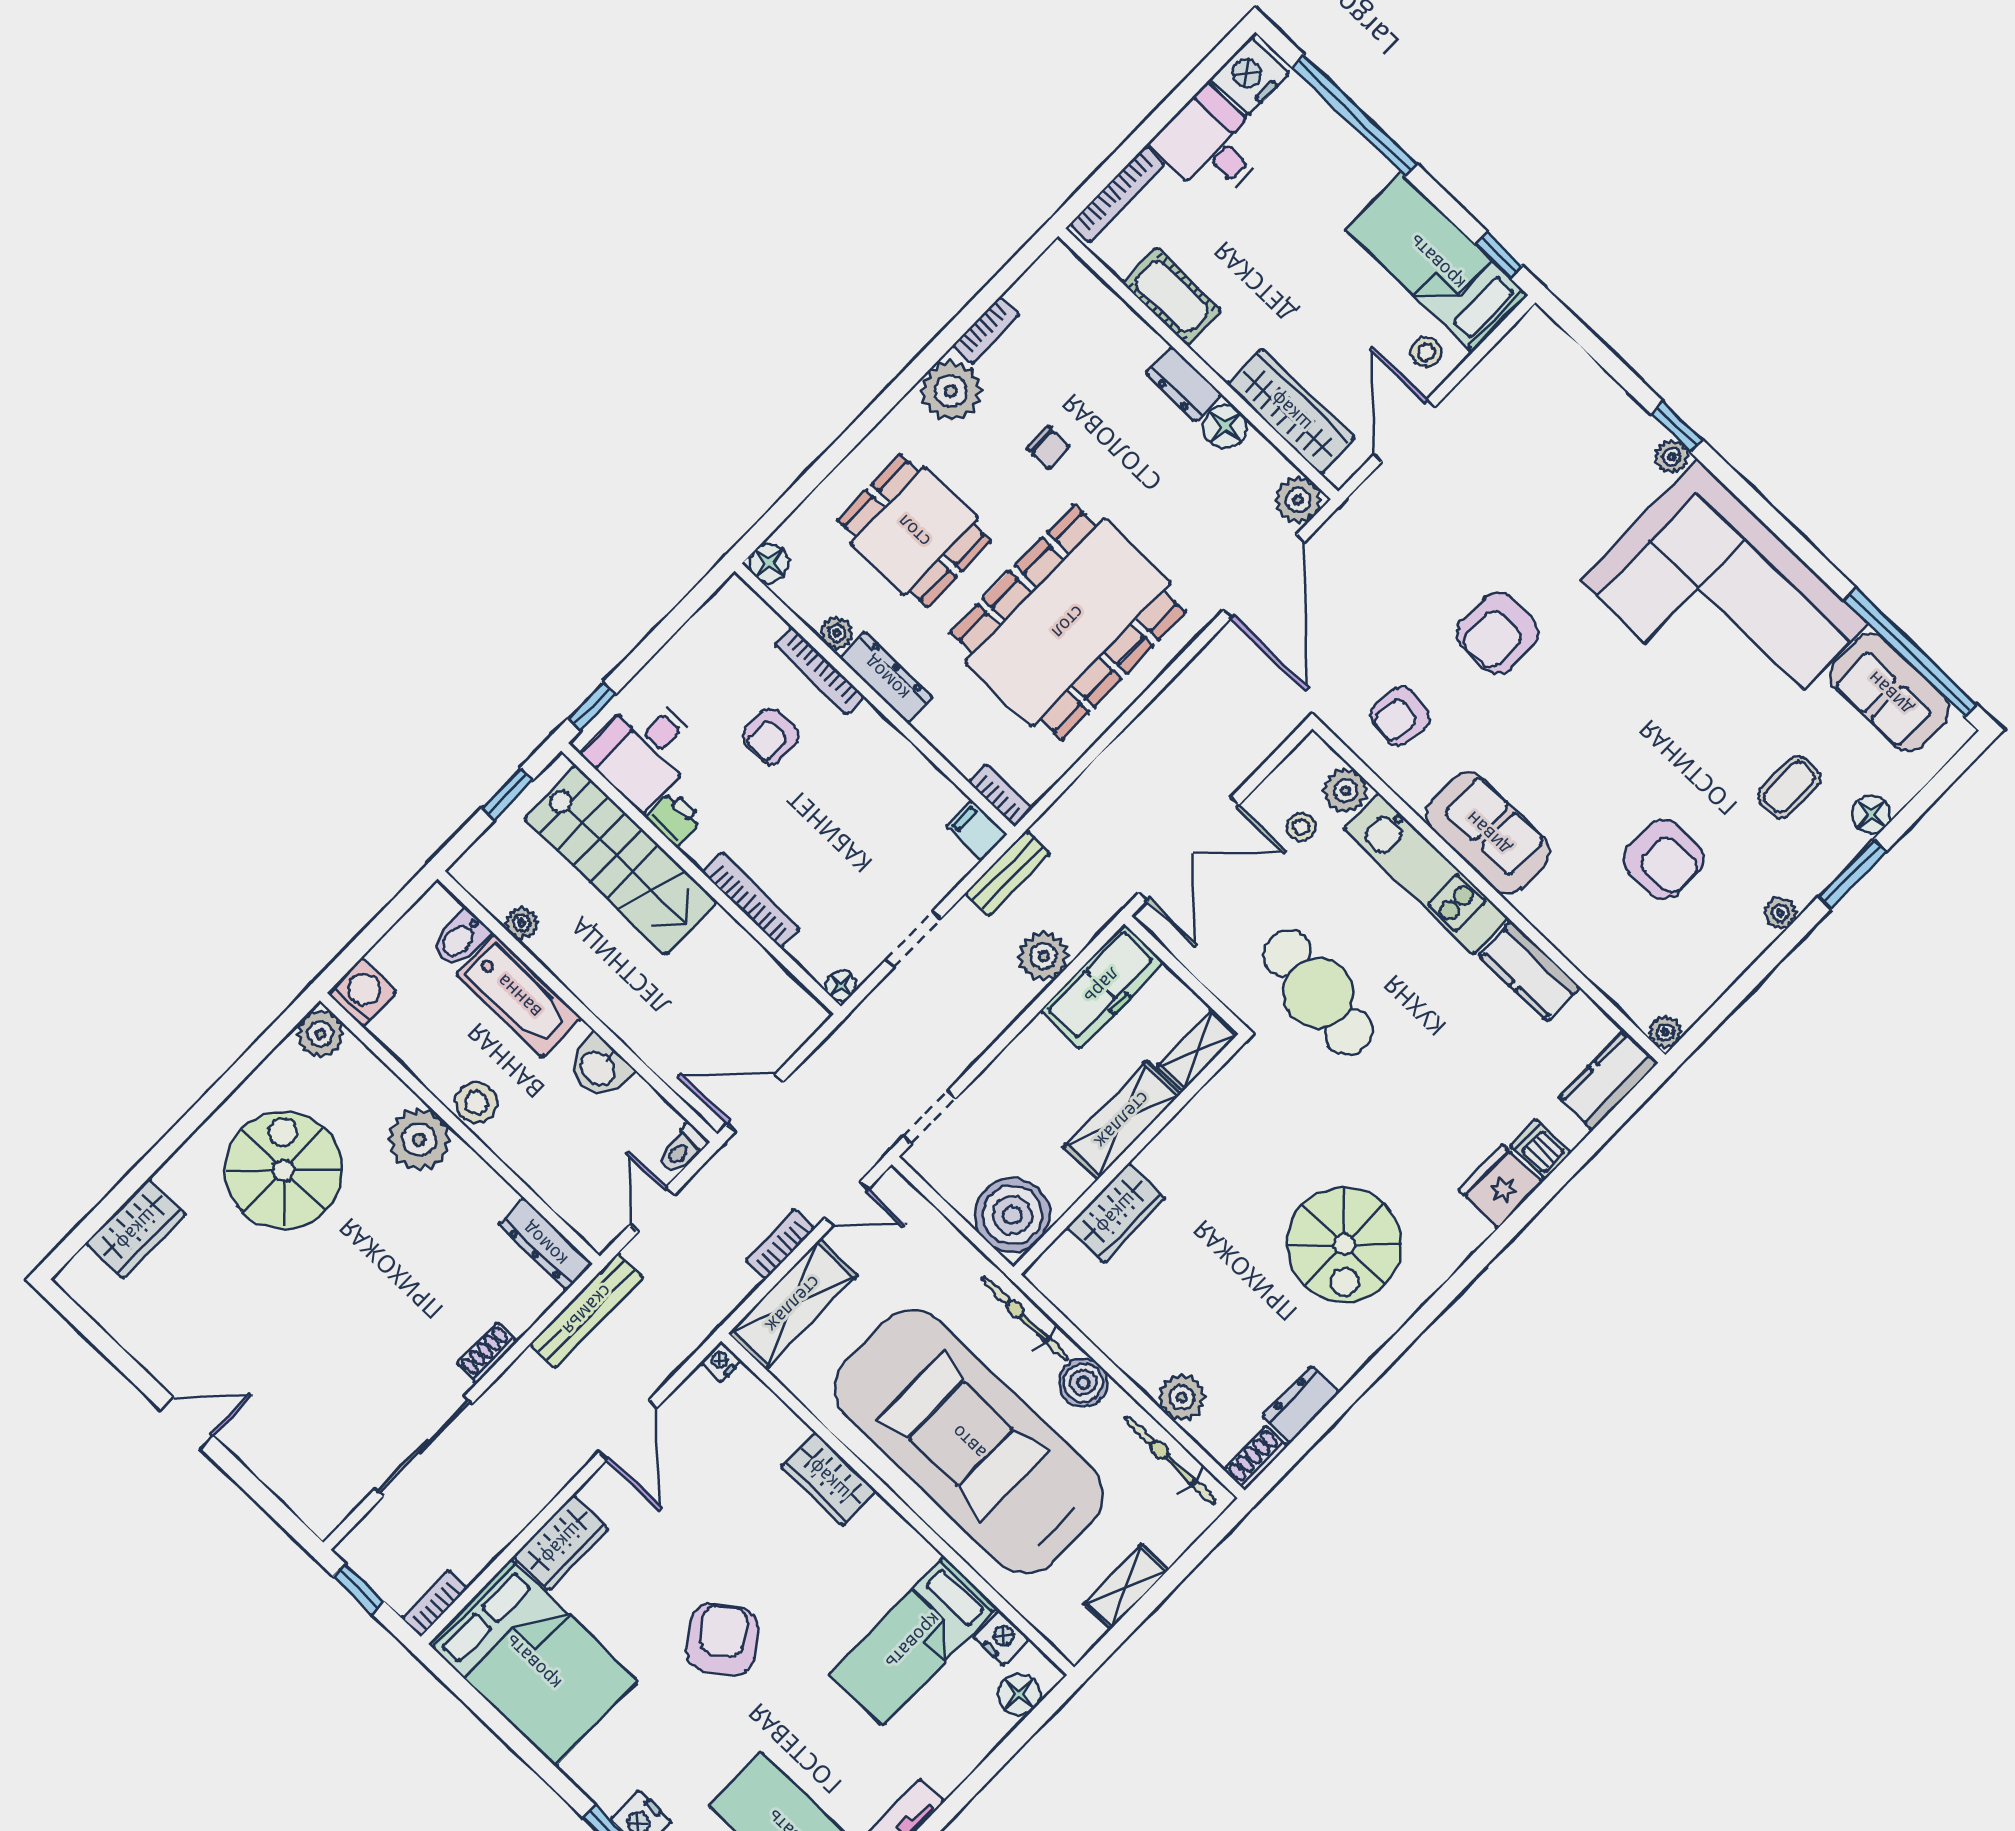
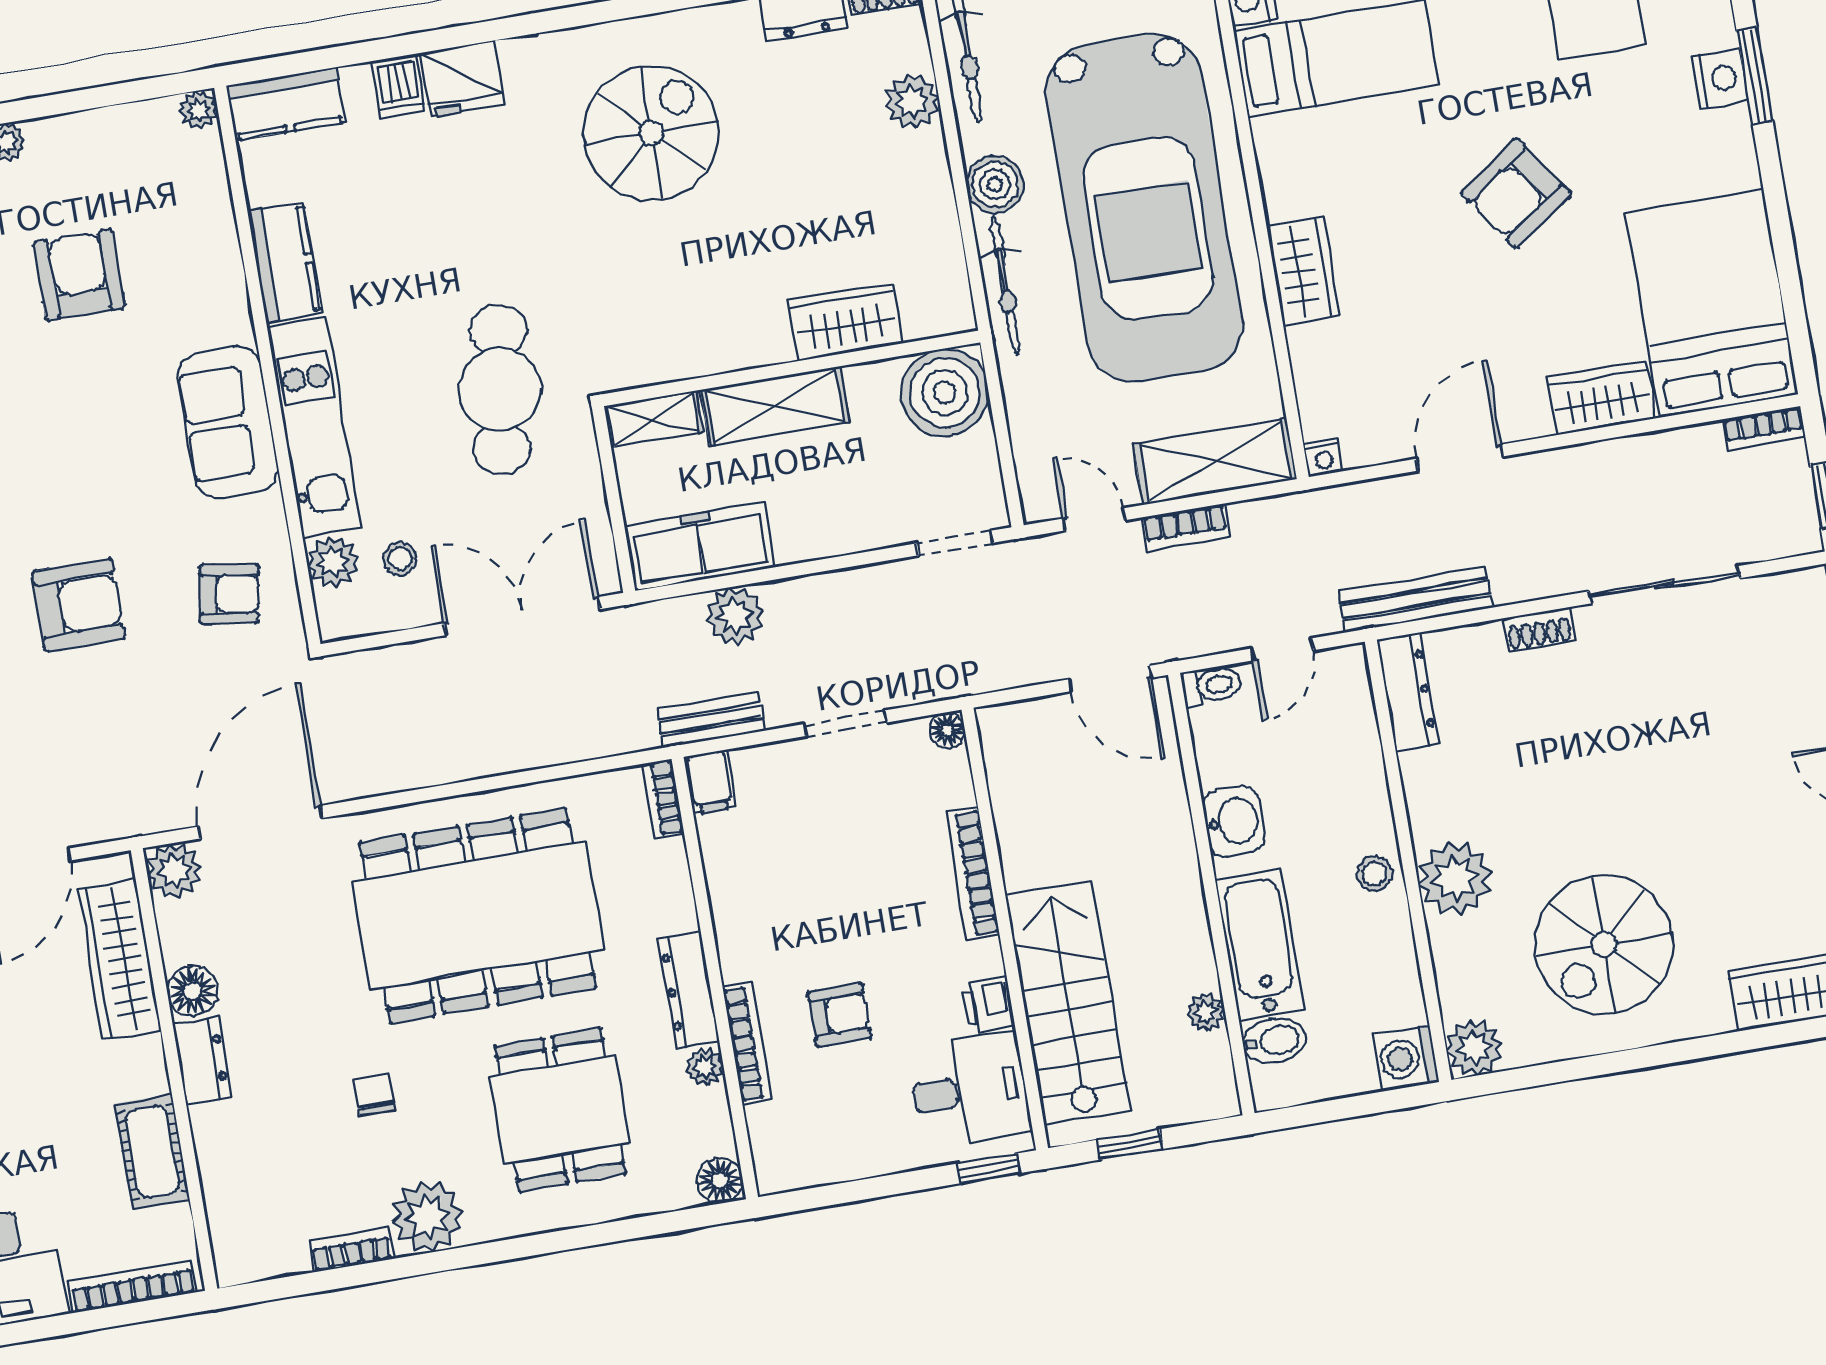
stool: (476, 1103) -> (1374, 874), width x0.73, depth x0.73

